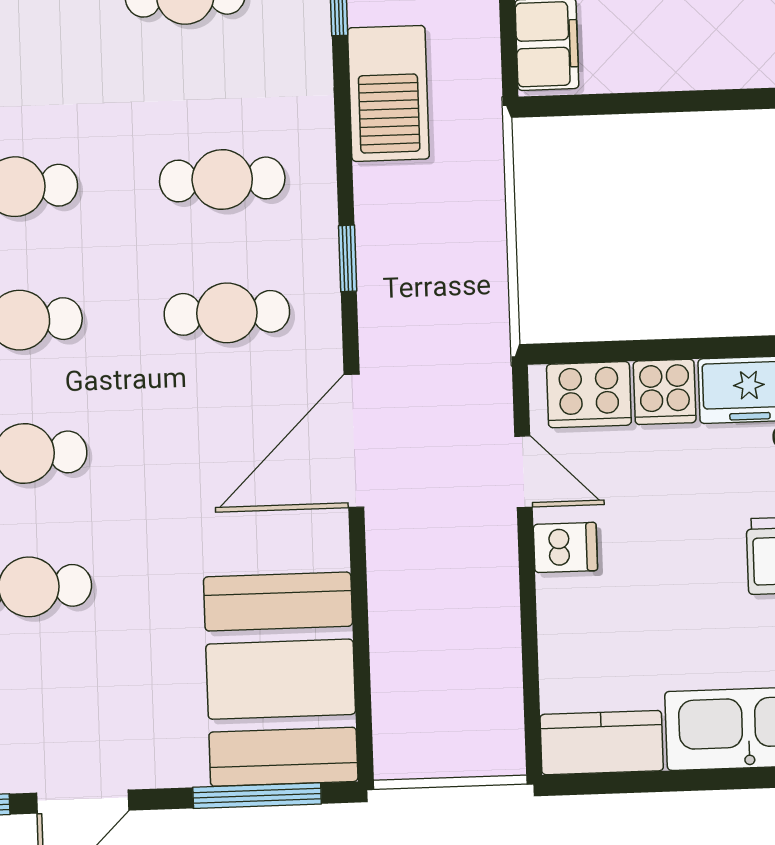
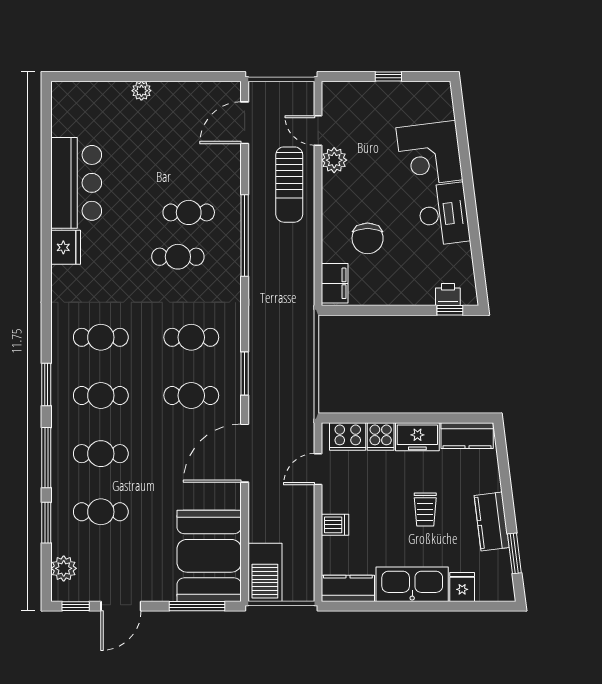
barbecue: (388, 93) -> (265, 572), moved
window: (348, 258) -> (245, 374), width x1.50
door: (524, 472) -> (318, 469), swing flipped
dishwasher: (565, 547) -> (335, 525), moved

